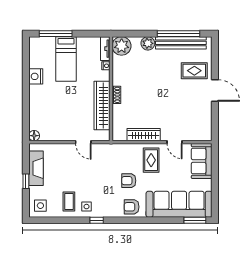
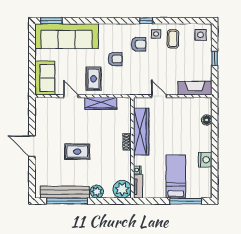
rug: (194, 71) -> (77, 152), moved
floor lamp: (34, 136) -> (207, 120), moved
fireplace: (36, 168) -> (195, 88), moved, turned 90
armchair: (132, 207) -> (139, 44), moved

